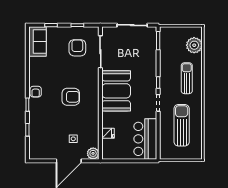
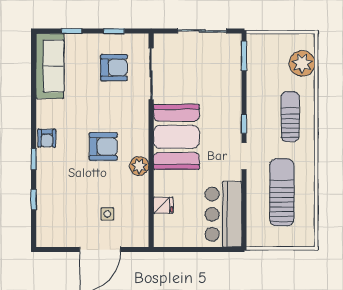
sofa: (38, 41) -> (50, 66), width x1.36
armchair: (77, 48) -> (114, 68), turned 90
plant: (93, 153) -> (139, 166), moved

